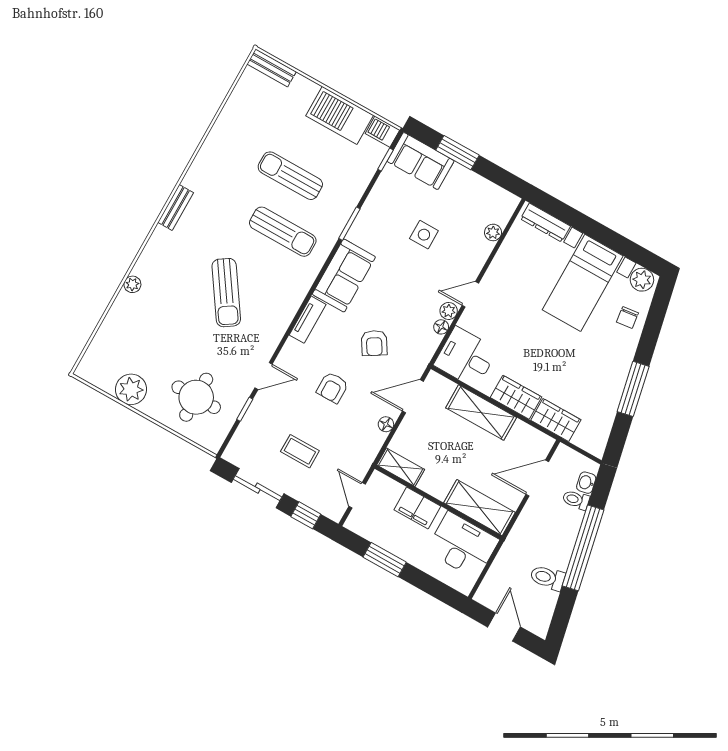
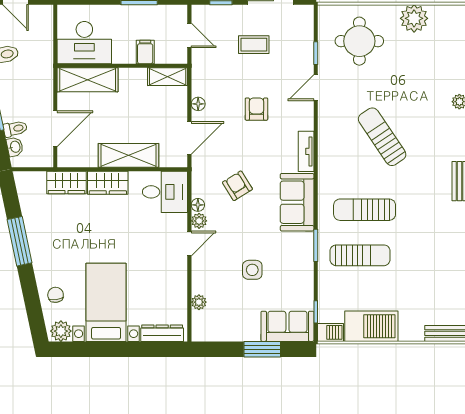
sun lounger: (290, 176) -> (360, 255), moved
armchair: (374, 343) -> (237, 186), moved
filing cabinet: (417, 508) -> (145, 52), width x0.50

